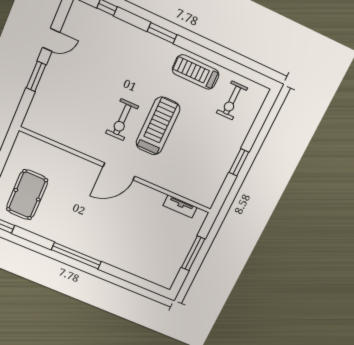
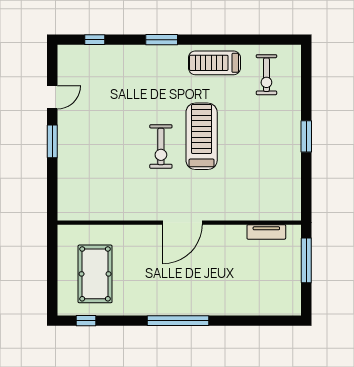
wall: (116, 170) -> (179, 223), moved
door: (119, 171) -> (182, 223), moved
tv unit: (180, 206) -> (266, 232), moved

